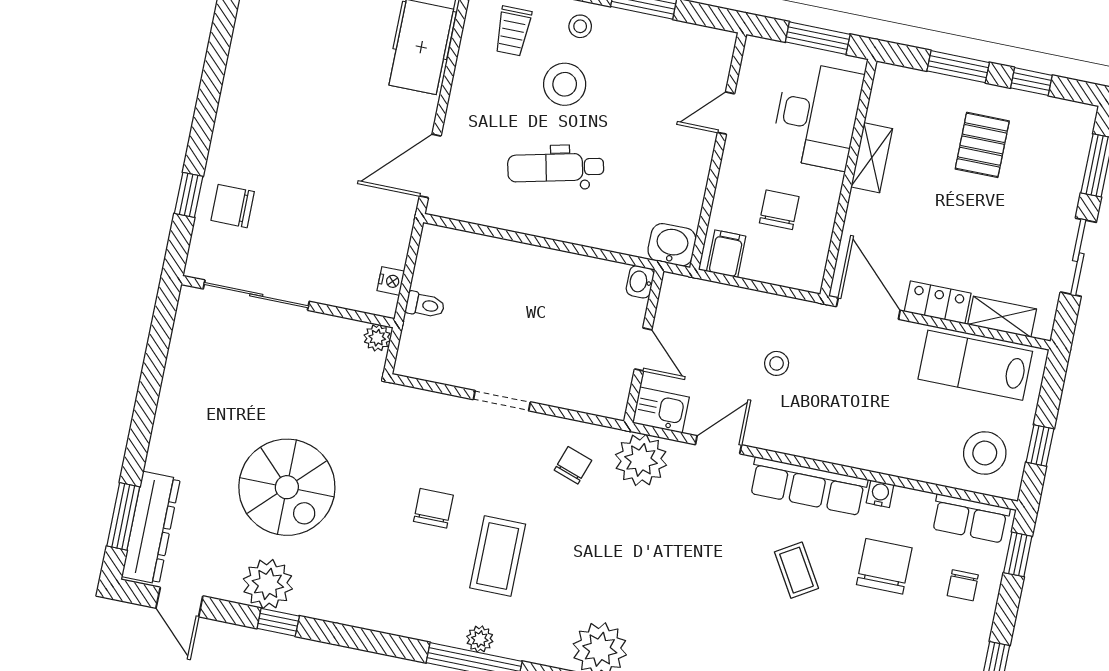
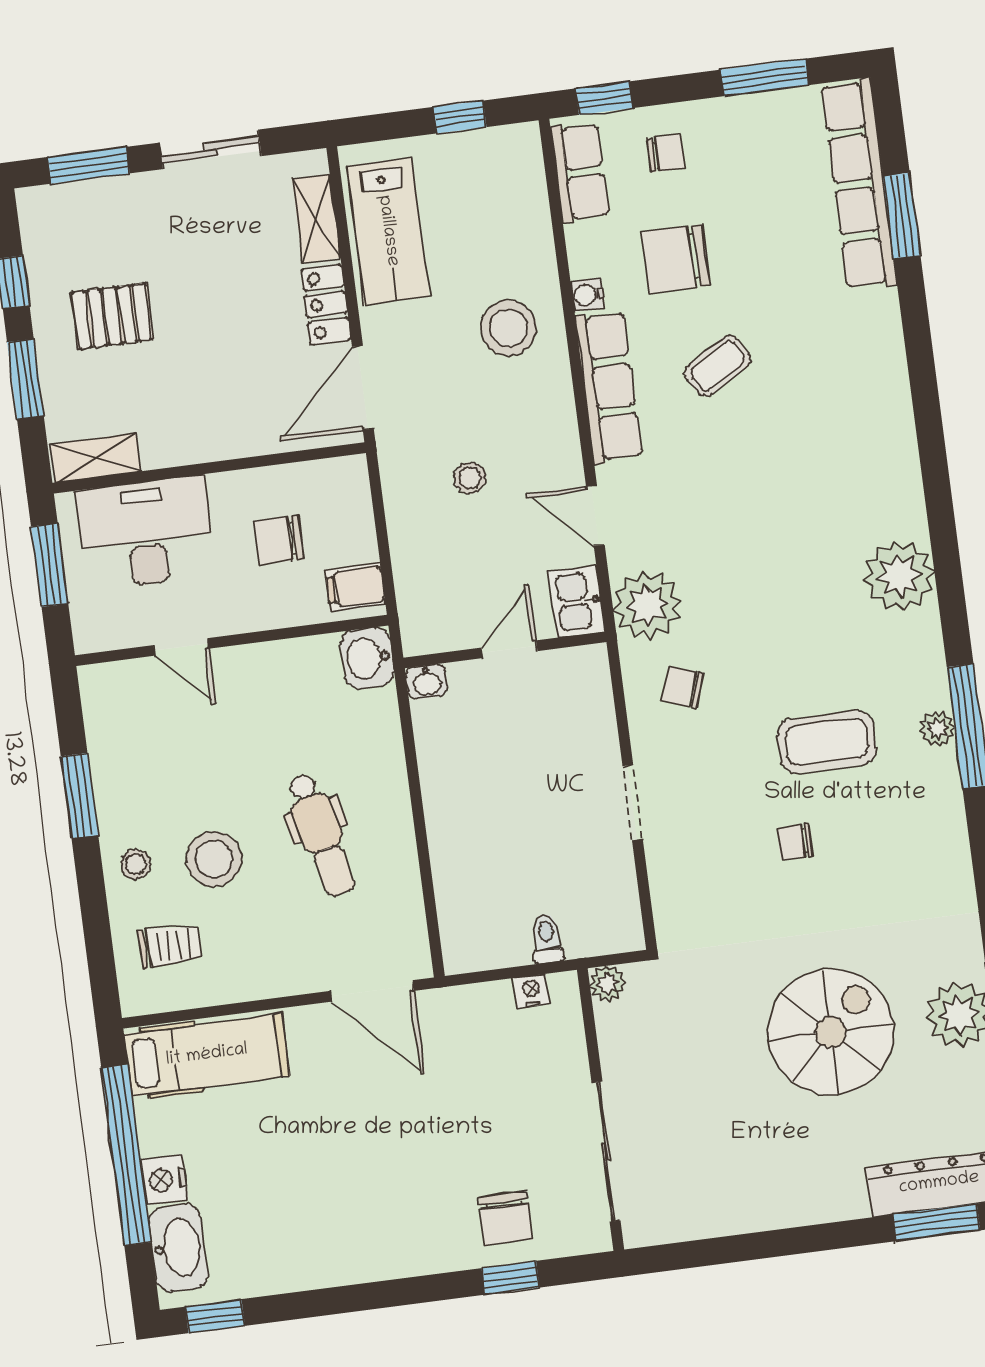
shelving: (872, 158) -> (96, 458), moved
stool: (985, 453) -> (509, 328), moved
chair: (433, 508) -> (795, 842), width x0.73, depth x0.73

